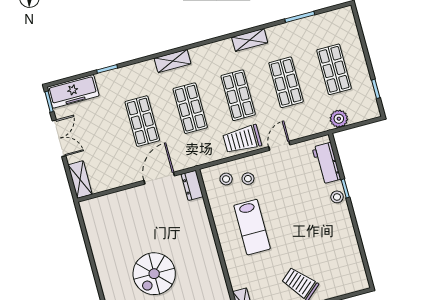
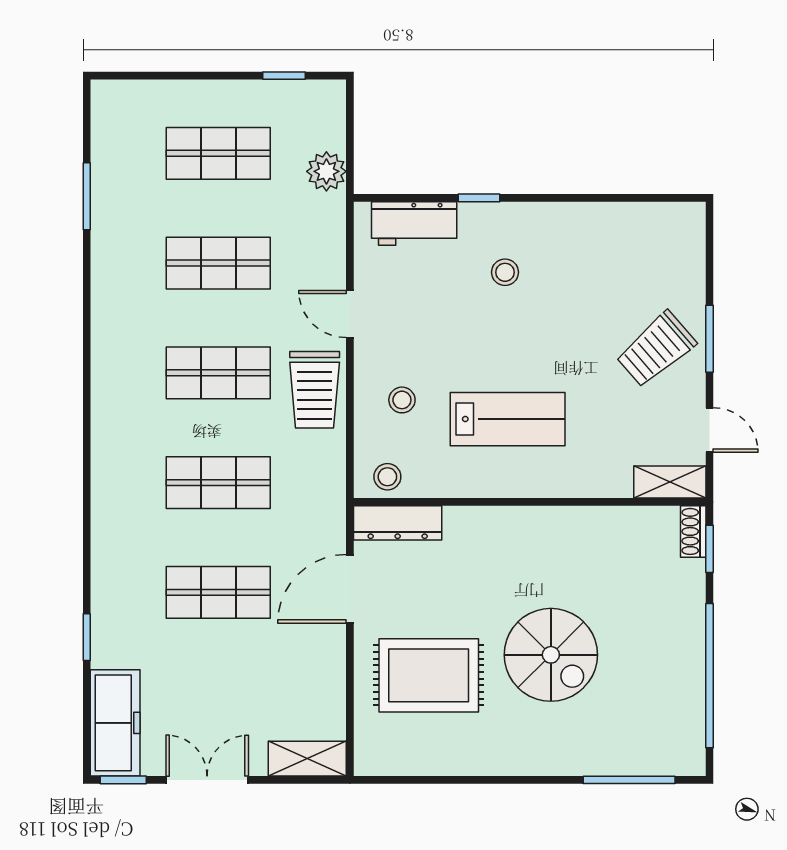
shelving: (250, 40) -> (107, 316), removed
shelving: (173, 61) -> (107, 493), removed
door: (159, 178) -> (350, 589), hinge flipped
stool: (226, 179) -> (387, 477), moved
dresser: (192, 185) -> (398, 523), width x1.44
stool: (337, 197) -> (505, 272), moved
rug: (131, 223) -> (429, 675), added

